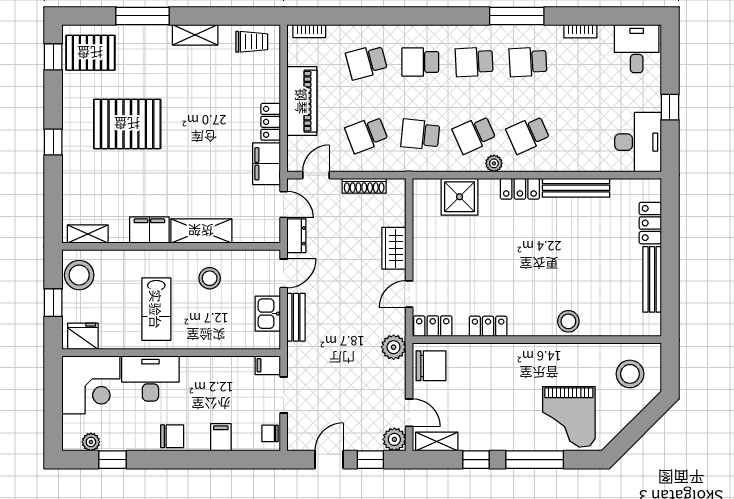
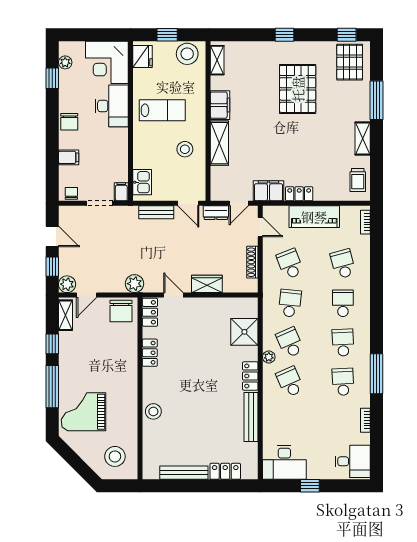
lab bench: (156, 309) -> (162, 110), turned 180
kitchen sink: (268, 314) -> (142, 182), moved, turned 90

